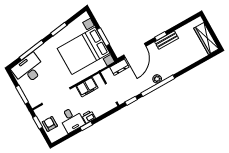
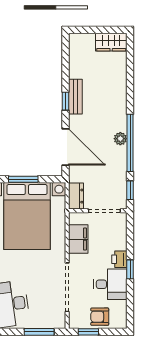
wardrobe: (206, 39) -> (111, 42), width x0.67
dresser: (119, 67) -> (76, 196), moved

